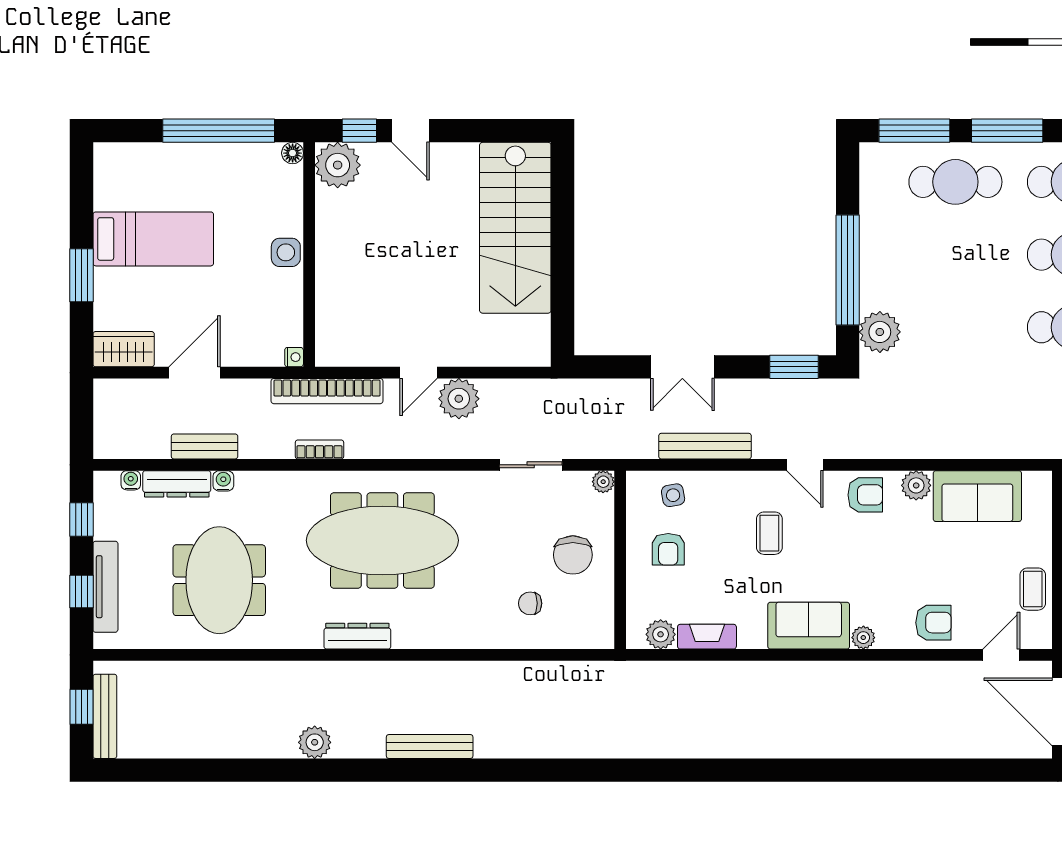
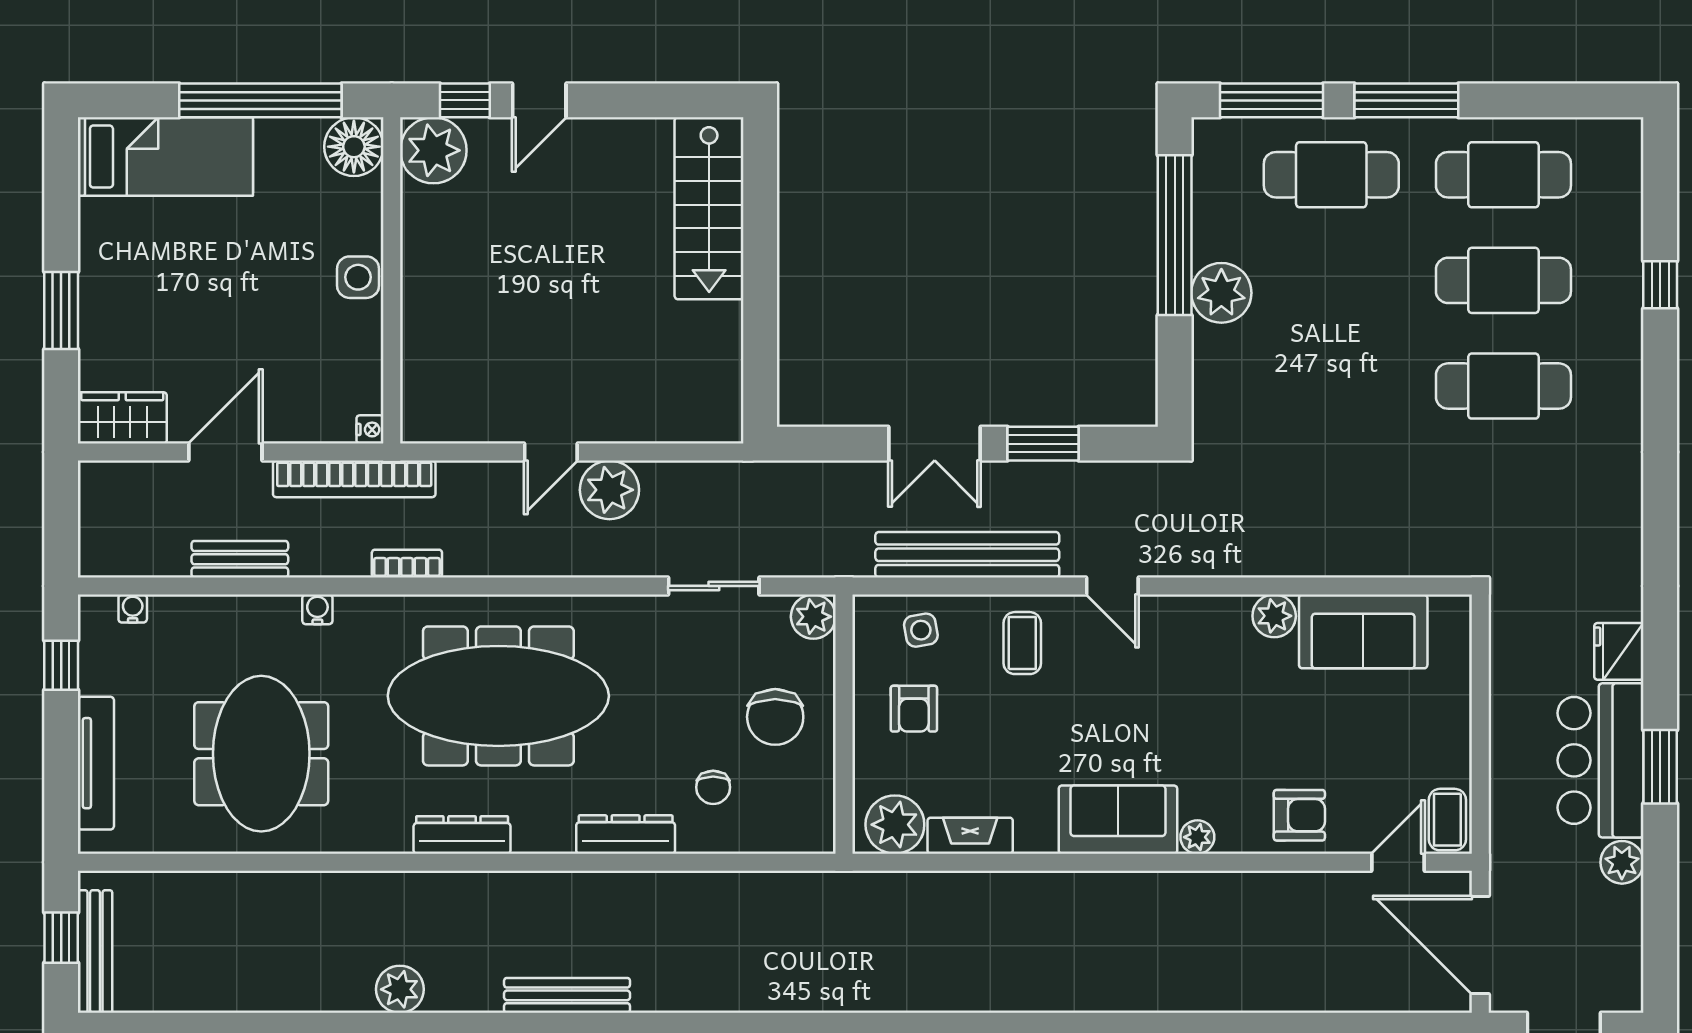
door: (410, 131) -> (539, 100), hinge flipped
floor lamp: (293, 153) -> (354, 147), width x1.89, depth x1.89
stairs: (515, 228) -> (709, 208), width x0.73, depth x0.66
bed: (153, 239) -> (165, 157), moved
window: (848, 270) -> (1175, 235), moved
plant: (880, 332) -> (1221, 293), moved
window: (794, 367) -> (1043, 444), moved
bookcase: (327, 391) -> (354, 479), moved
bench: (705, 446) -> (967, 555), width x1.37, depth x1.21
water cooler: (223, 481) -> (317, 609), moved
plant: (603, 482) -> (813, 617), width x1.38, depth x1.38
dresser: (177, 484) -> (626, 835), moved, turned 180
armchair: (865, 495) -> (1200, 630), removed
coffee table: (769, 533) -> (1022, 643), moved
coffee table: (1033, 589) -> (1447, 820), moved
window: (82, 592) -> (61, 770), removed
chair: (530, 603) -> (713, 787), turned -90
plant: (661, 634) -> (895, 825), width x1.36, depth x1.36

